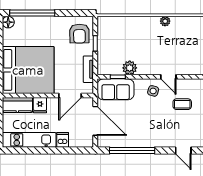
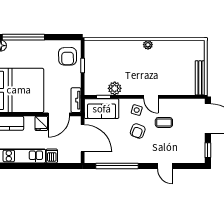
tv unit: (88, 69) -> (76, 100), moved
fridge: (40, 105) -> (41, 123), moved
armchair: (154, 113) -> (138, 131), added

